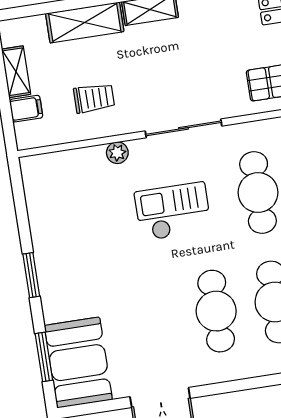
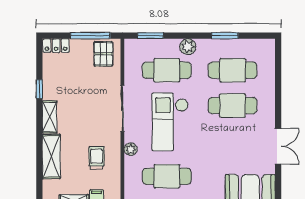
checkout: (173, 211) -> (170, 122), width x1.36, depth x1.21
cafe table: (82, 220) -> (167, 176), added

